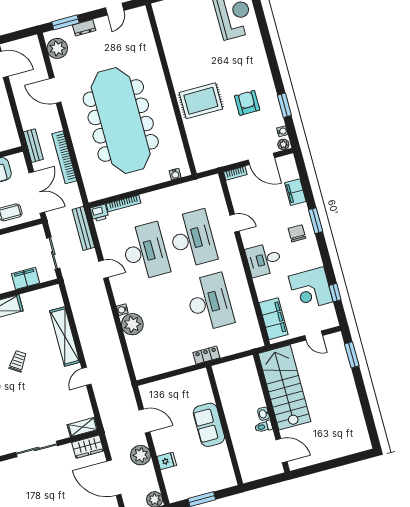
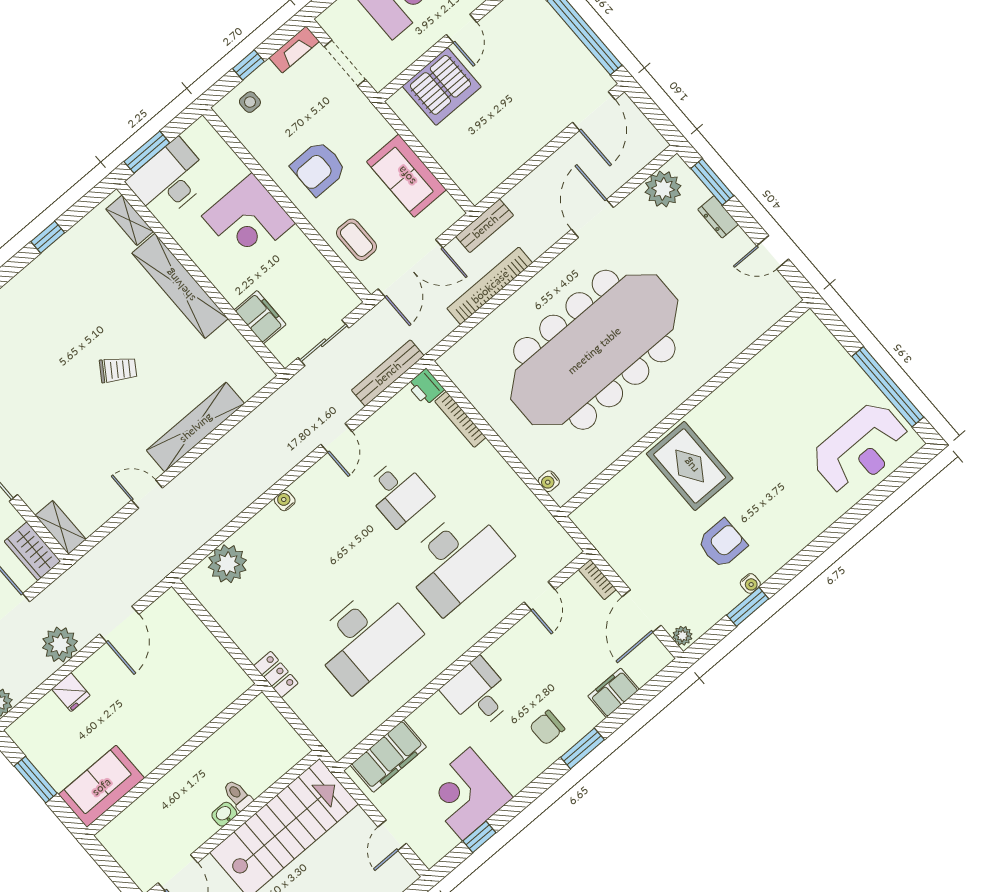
water cooler: (282, 131) -> (750, 583), moved
door: (234, 223) -> (540, 596), moved
chair: (297, 233) -> (547, 728), turned 180
desk: (145, 252) -> (398, 492), width x0.53, depth x0.77
plant: (132, 324) -> (227, 564), moved
sofa: (209, 425) -> (101, 786), moved
toilet: (264, 427) -> (238, 795), moved

